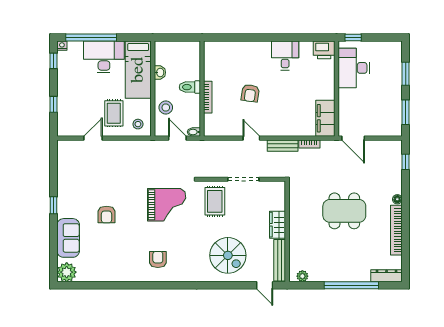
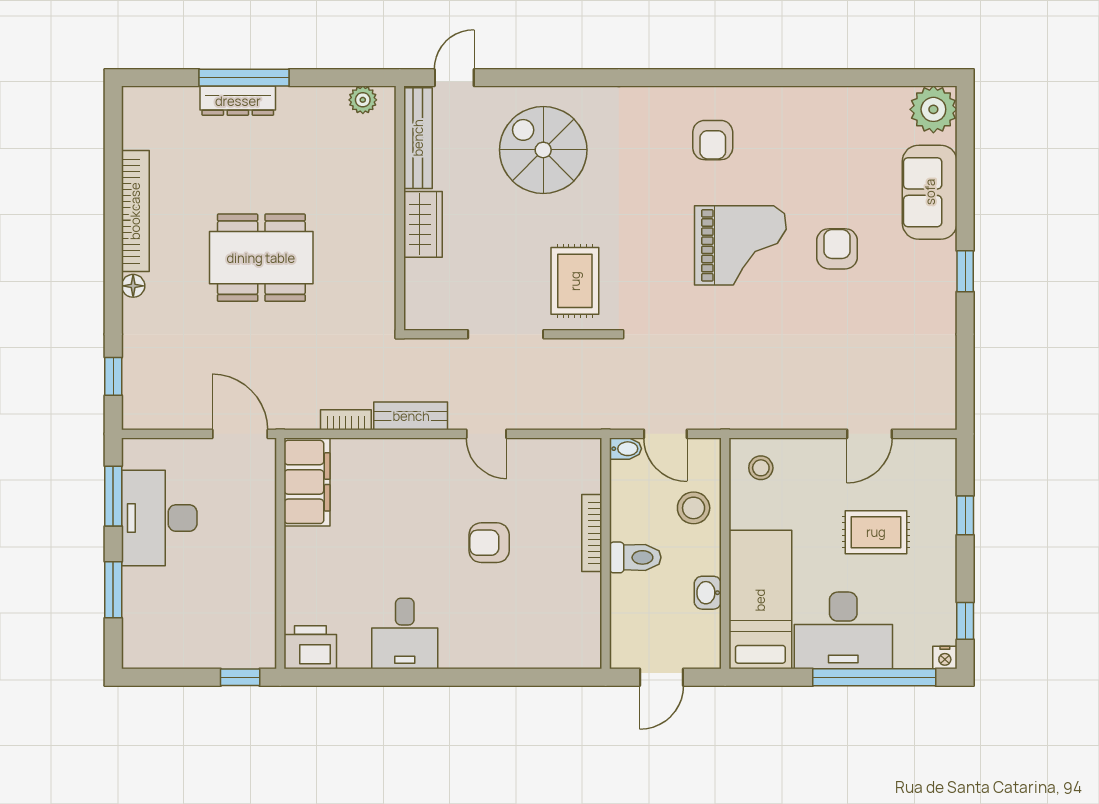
door: (179, 38) -> (661, 677), added
desk: (354, 68) -> (159, 518), moved, turned 180
armchair: (250, 93) -> (489, 543), turned -98
rug: (114, 113) -> (876, 532), moved, turned 90
grand piano: (167, 205) -> (740, 245), moved, turned 180
dresser: (387, 276) -> (238, 101), moved
door: (265, 285) -> (454, 78), hinge flipped
window: (351, 285) -> (244, 78), width x0.68

